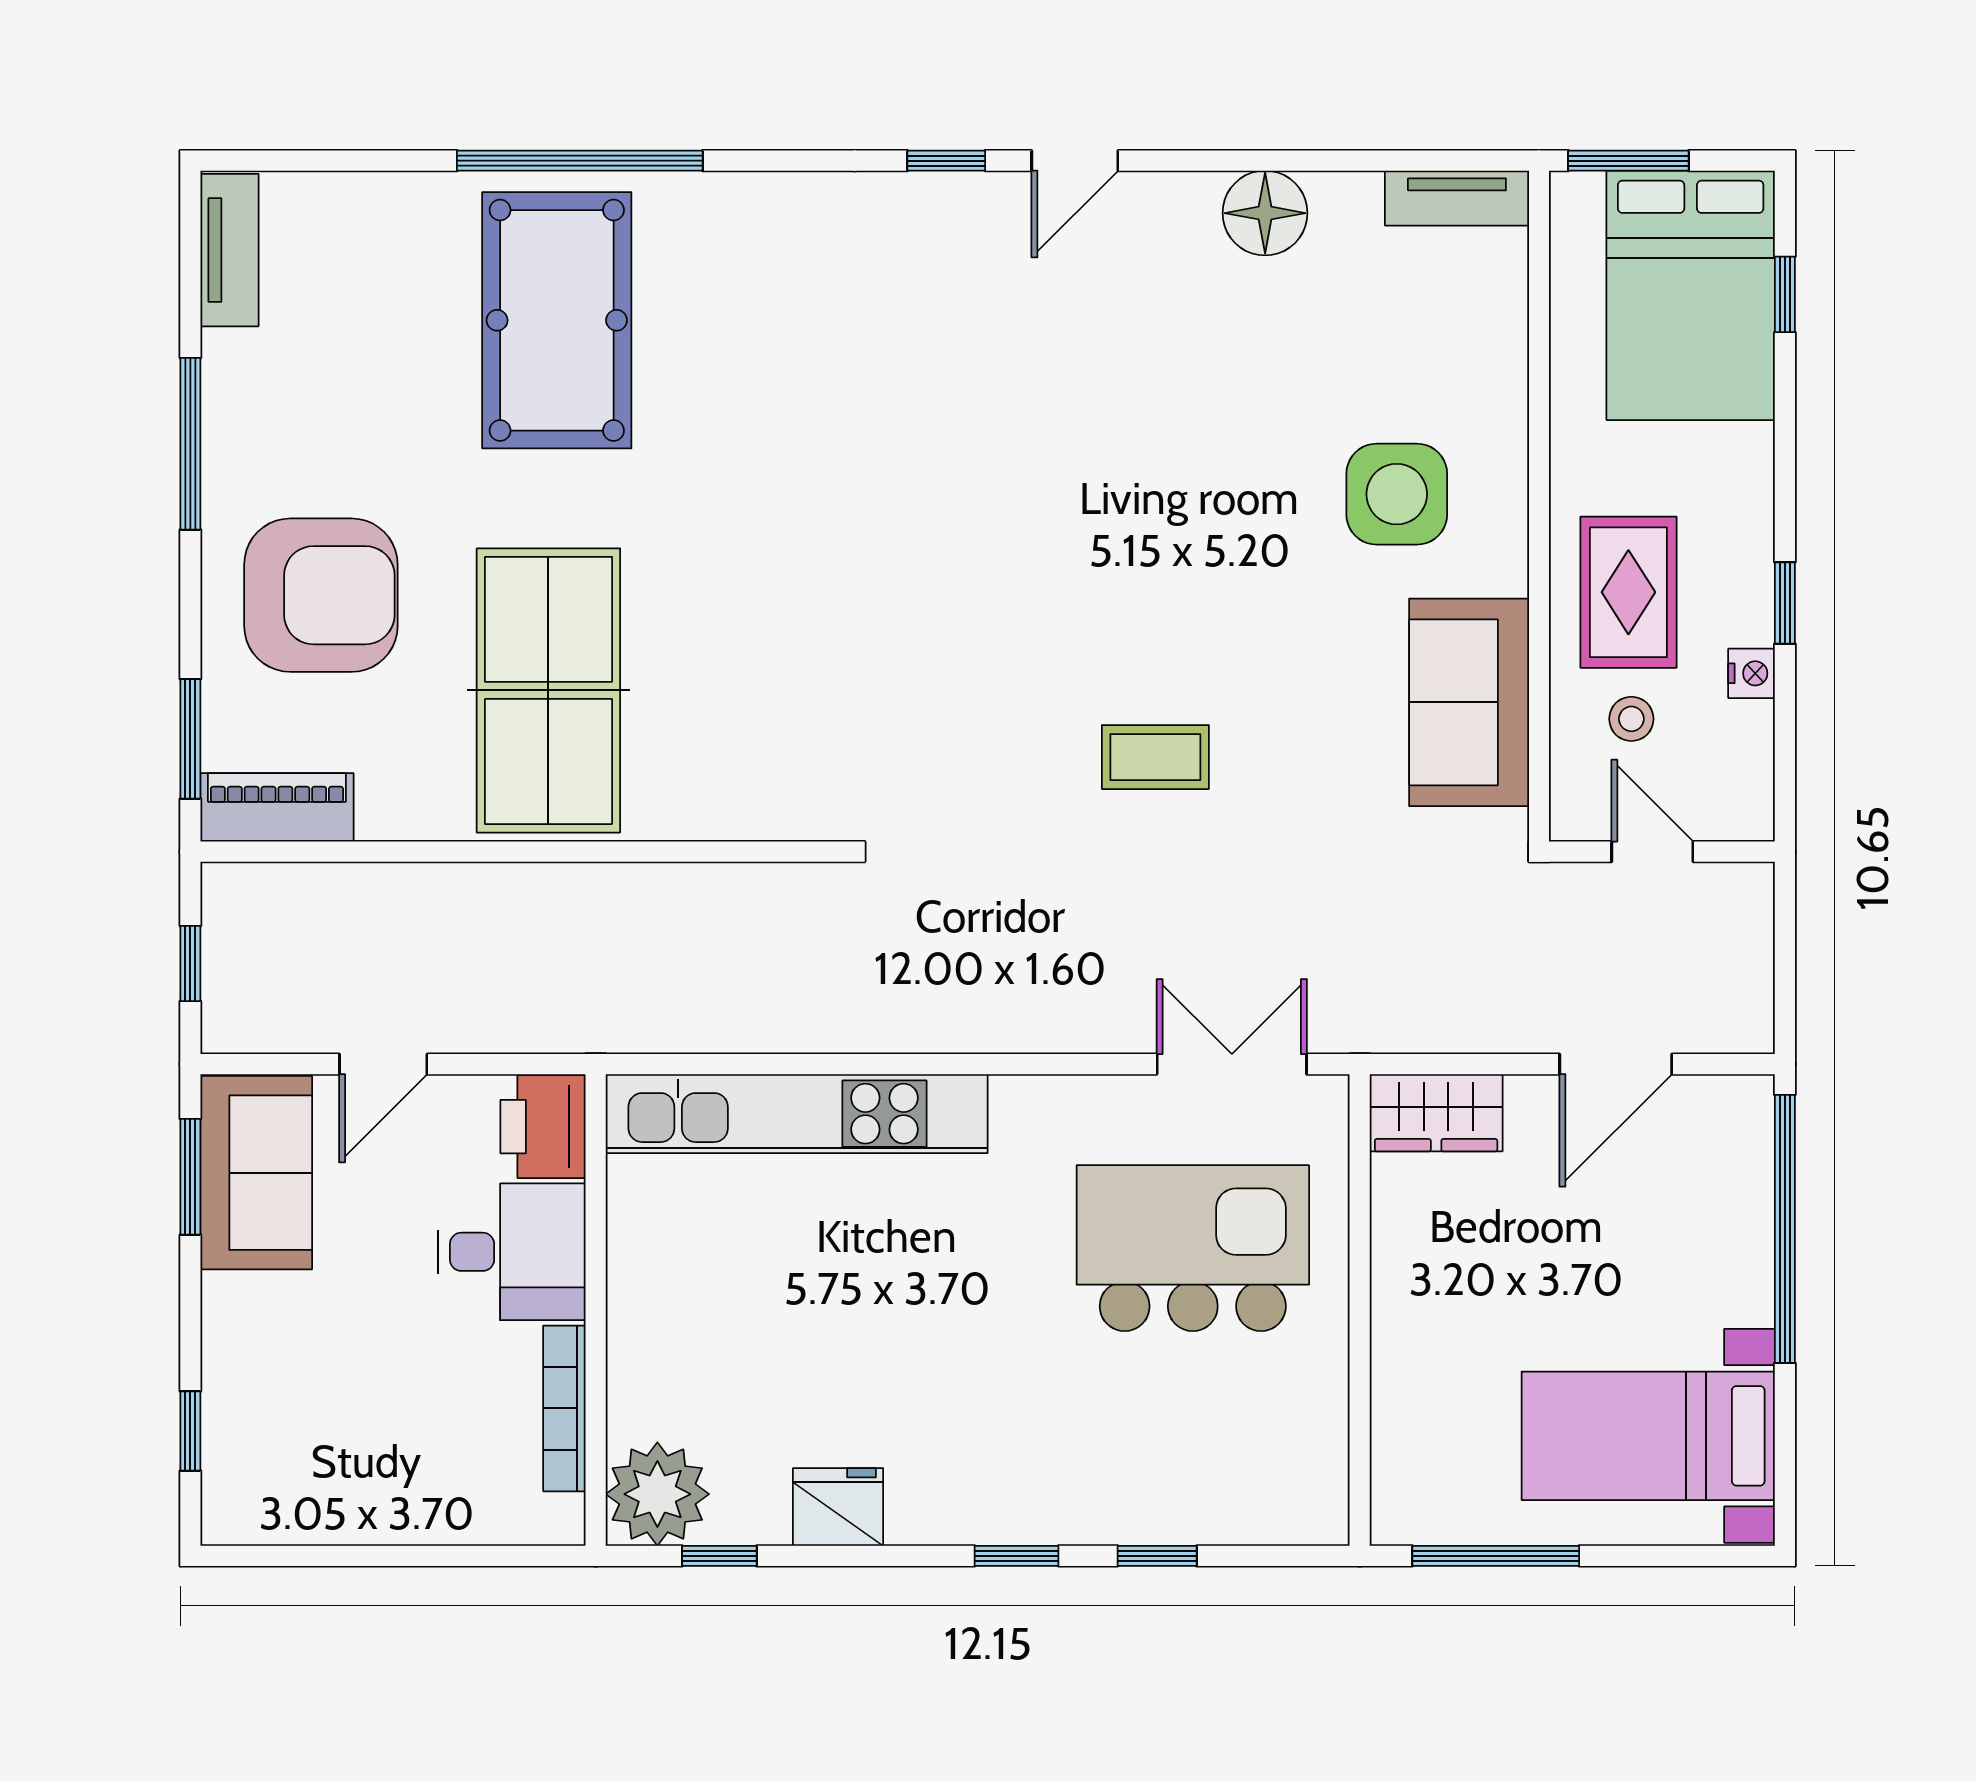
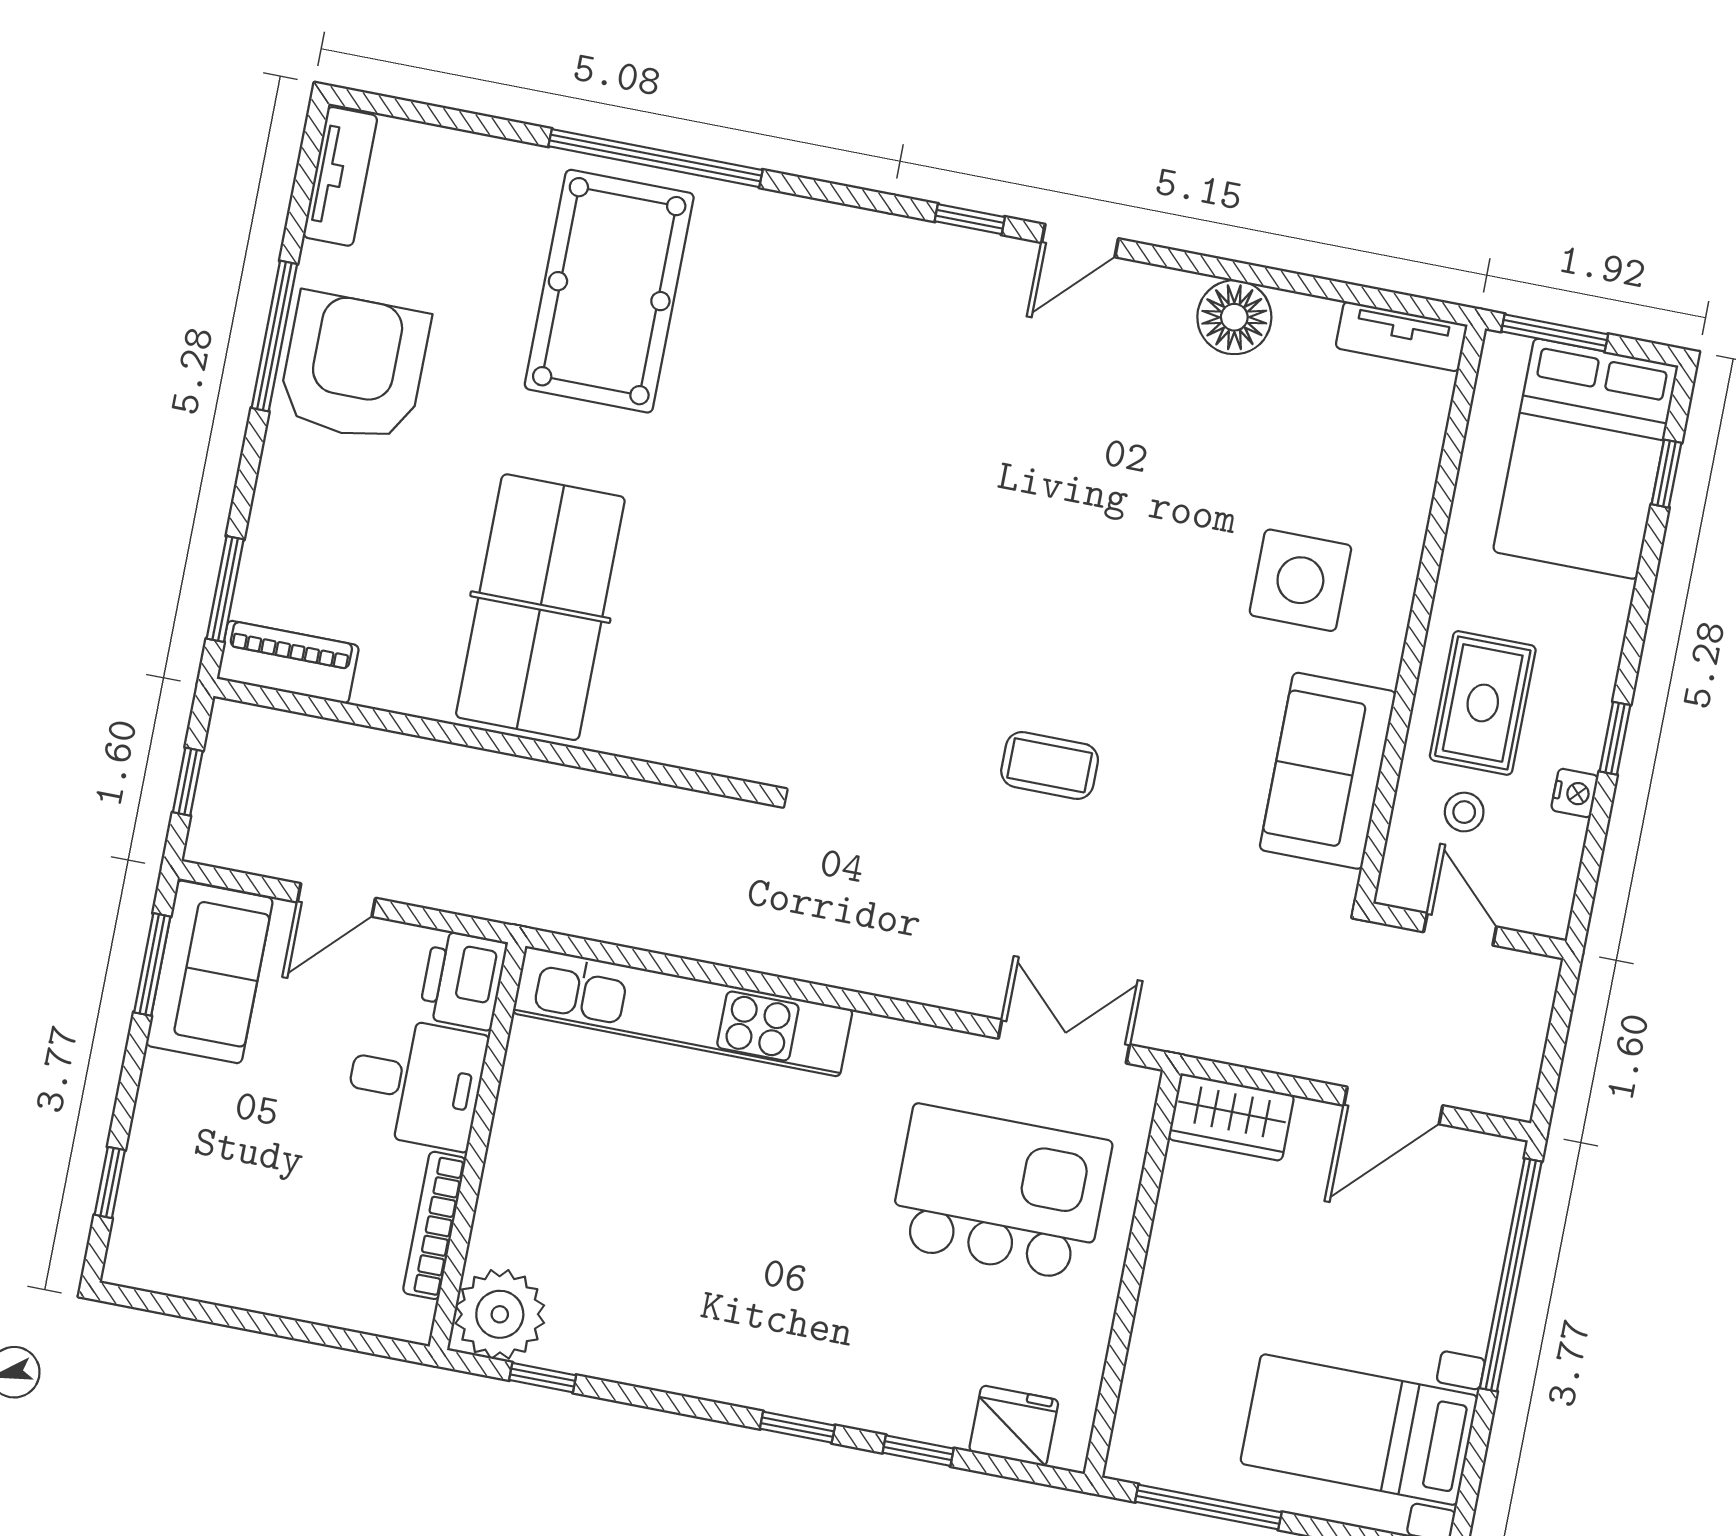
armchair: (321, 595) -> (354, 367), moved, turned -90
fridge: (838, 1507) -> (1014, 1426), moved

